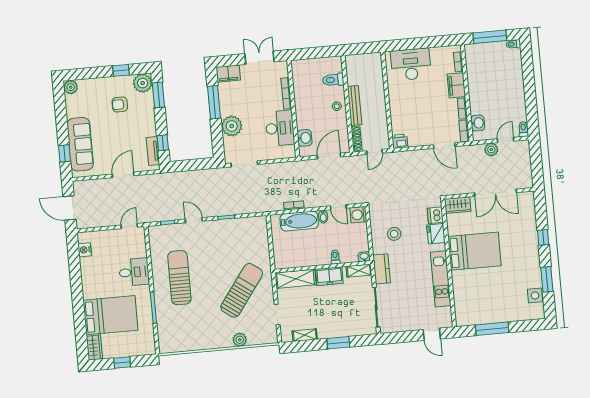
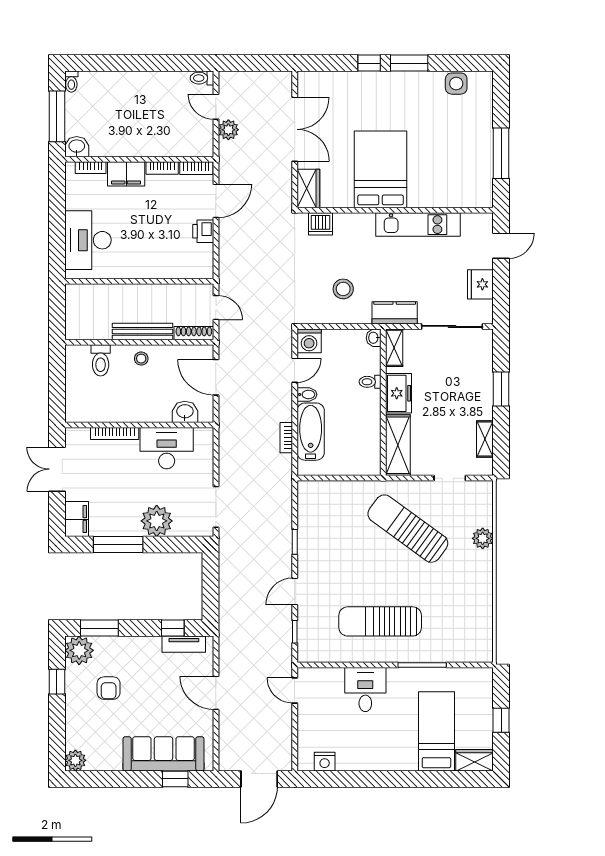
washbasin: (478, 123) -> (77, 147), moved
printer: (400, 141) -> (203, 231), moved
fridge: (436, 234) -> (480, 284), moved, turned 90
window: (547, 279) -> (409, 63), moved
bed: (111, 315) -> (436, 731), width x0.67

